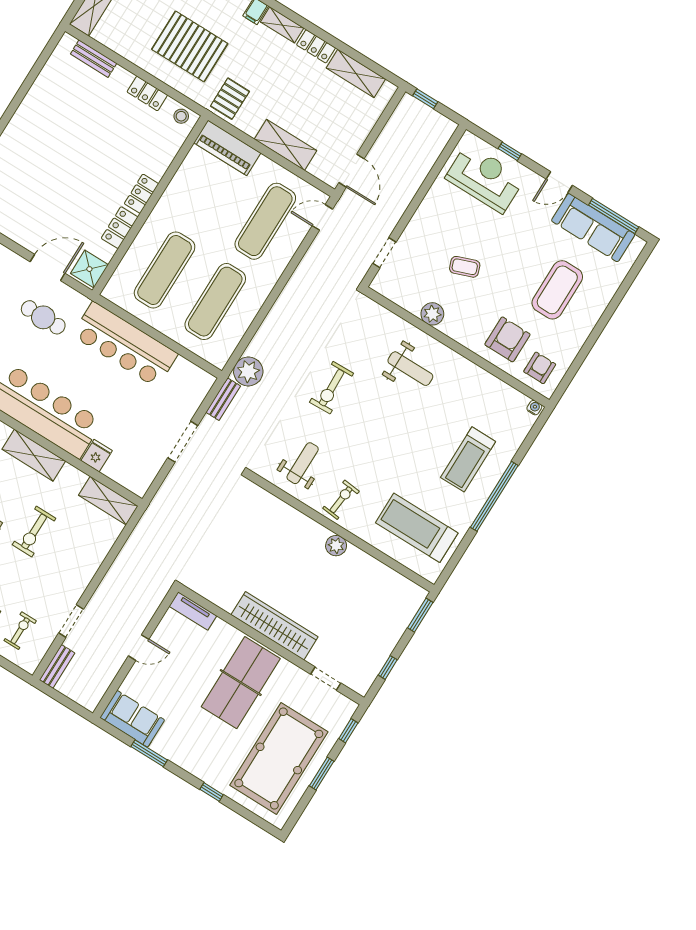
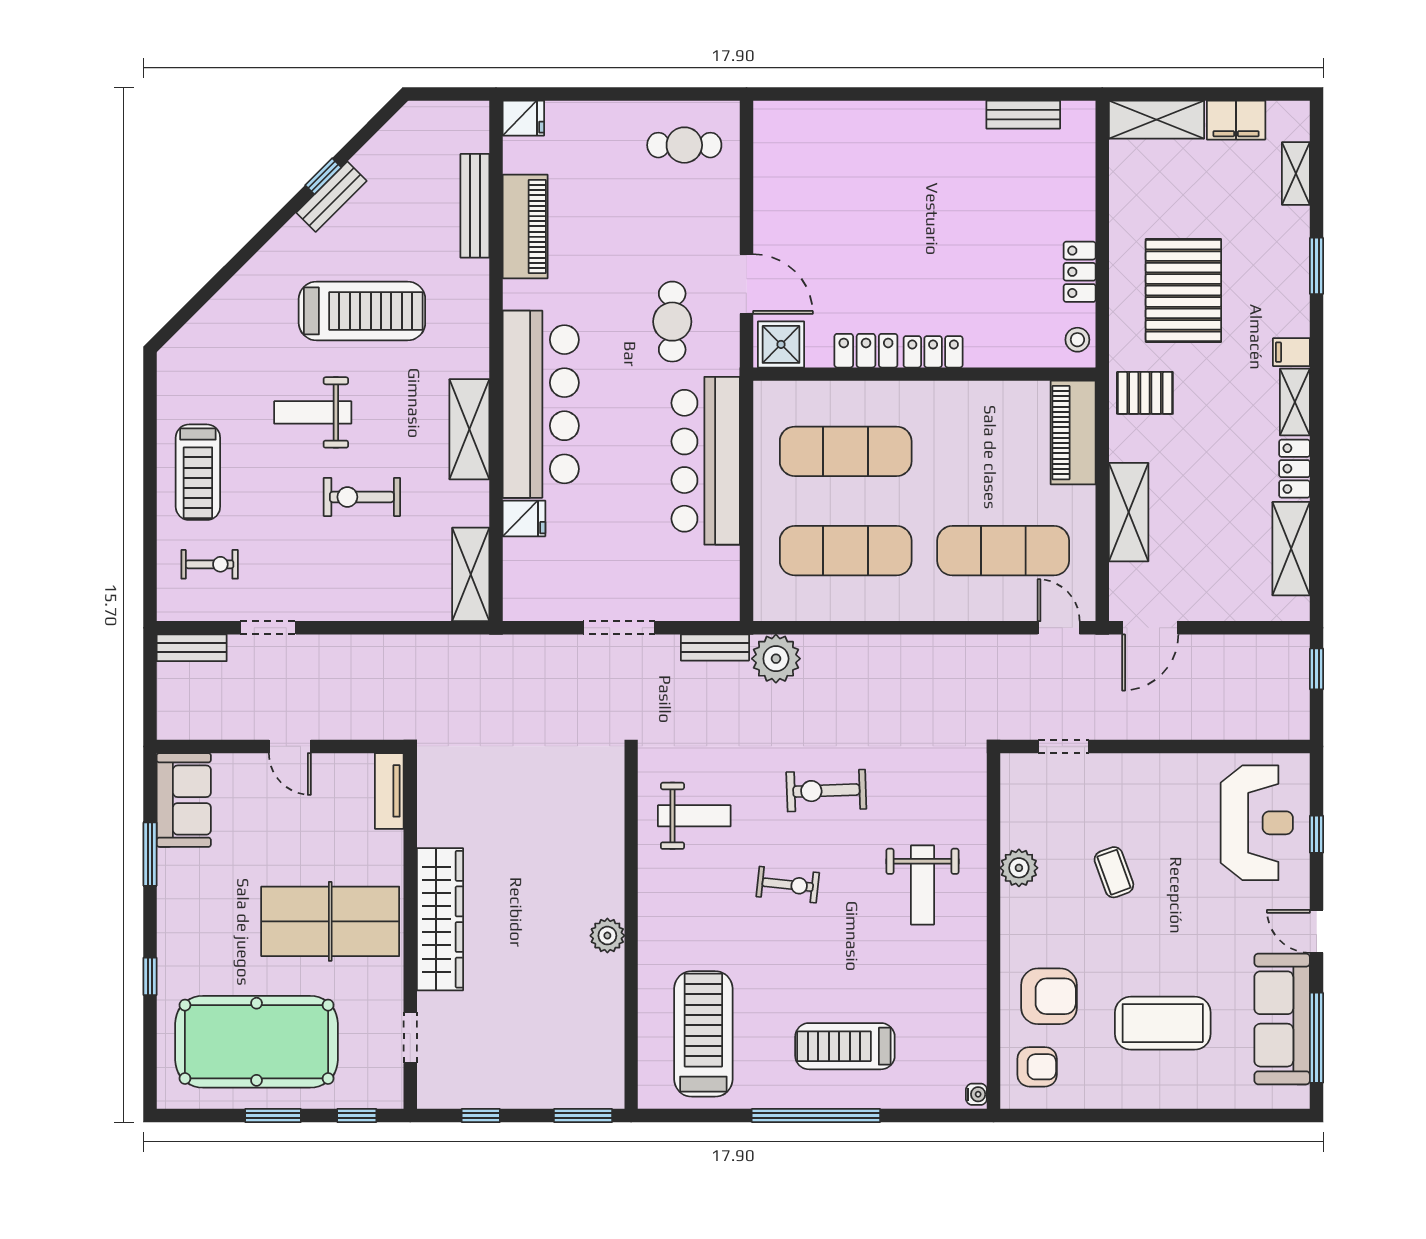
bench: (94, 59) -> (1023, 115), moved, turned 90
exercise bike: (341, 500) -> (788, 885), moved

